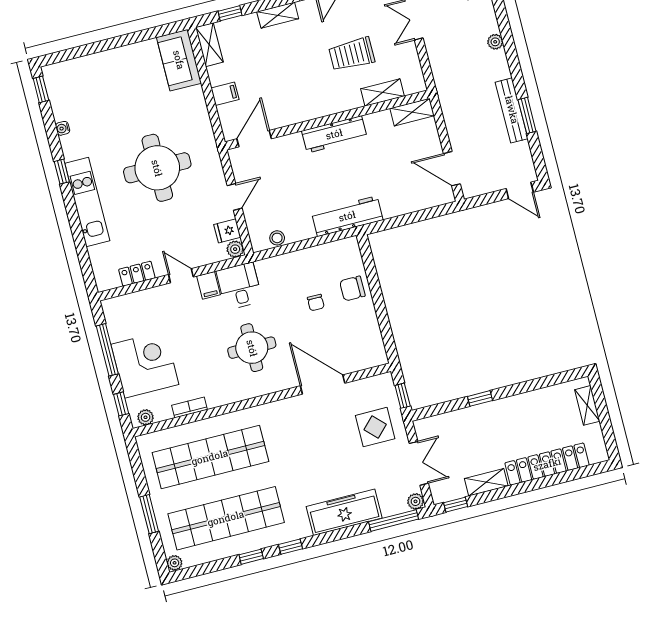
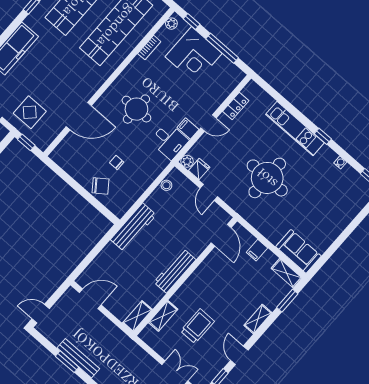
window: (230, 13) -> (287, 301), width x1.50
chair: (352, 289) -> (100, 186), turned 54

